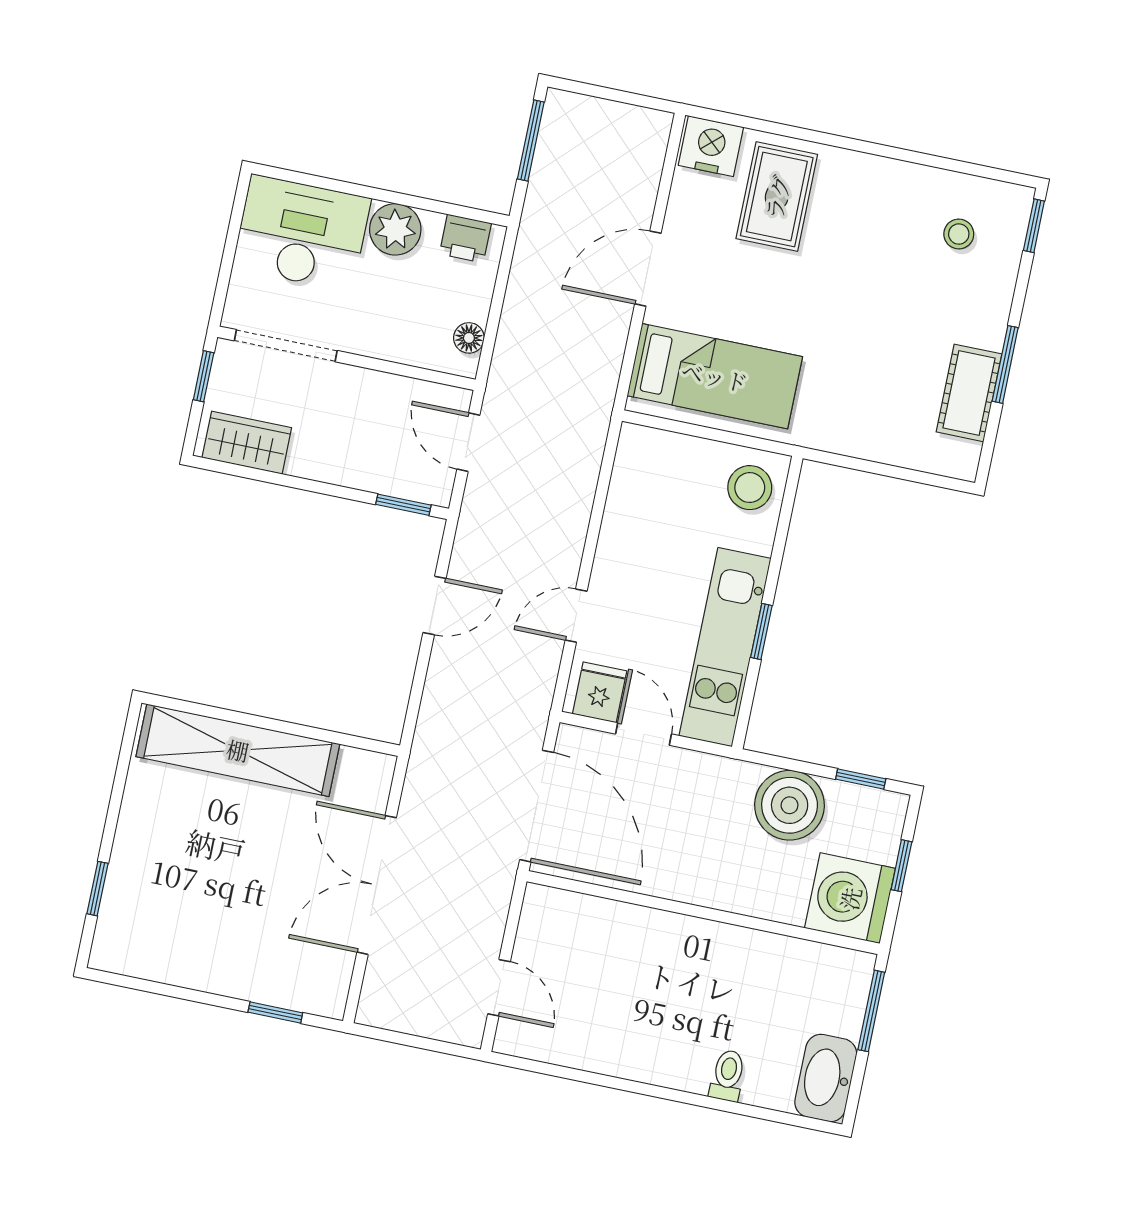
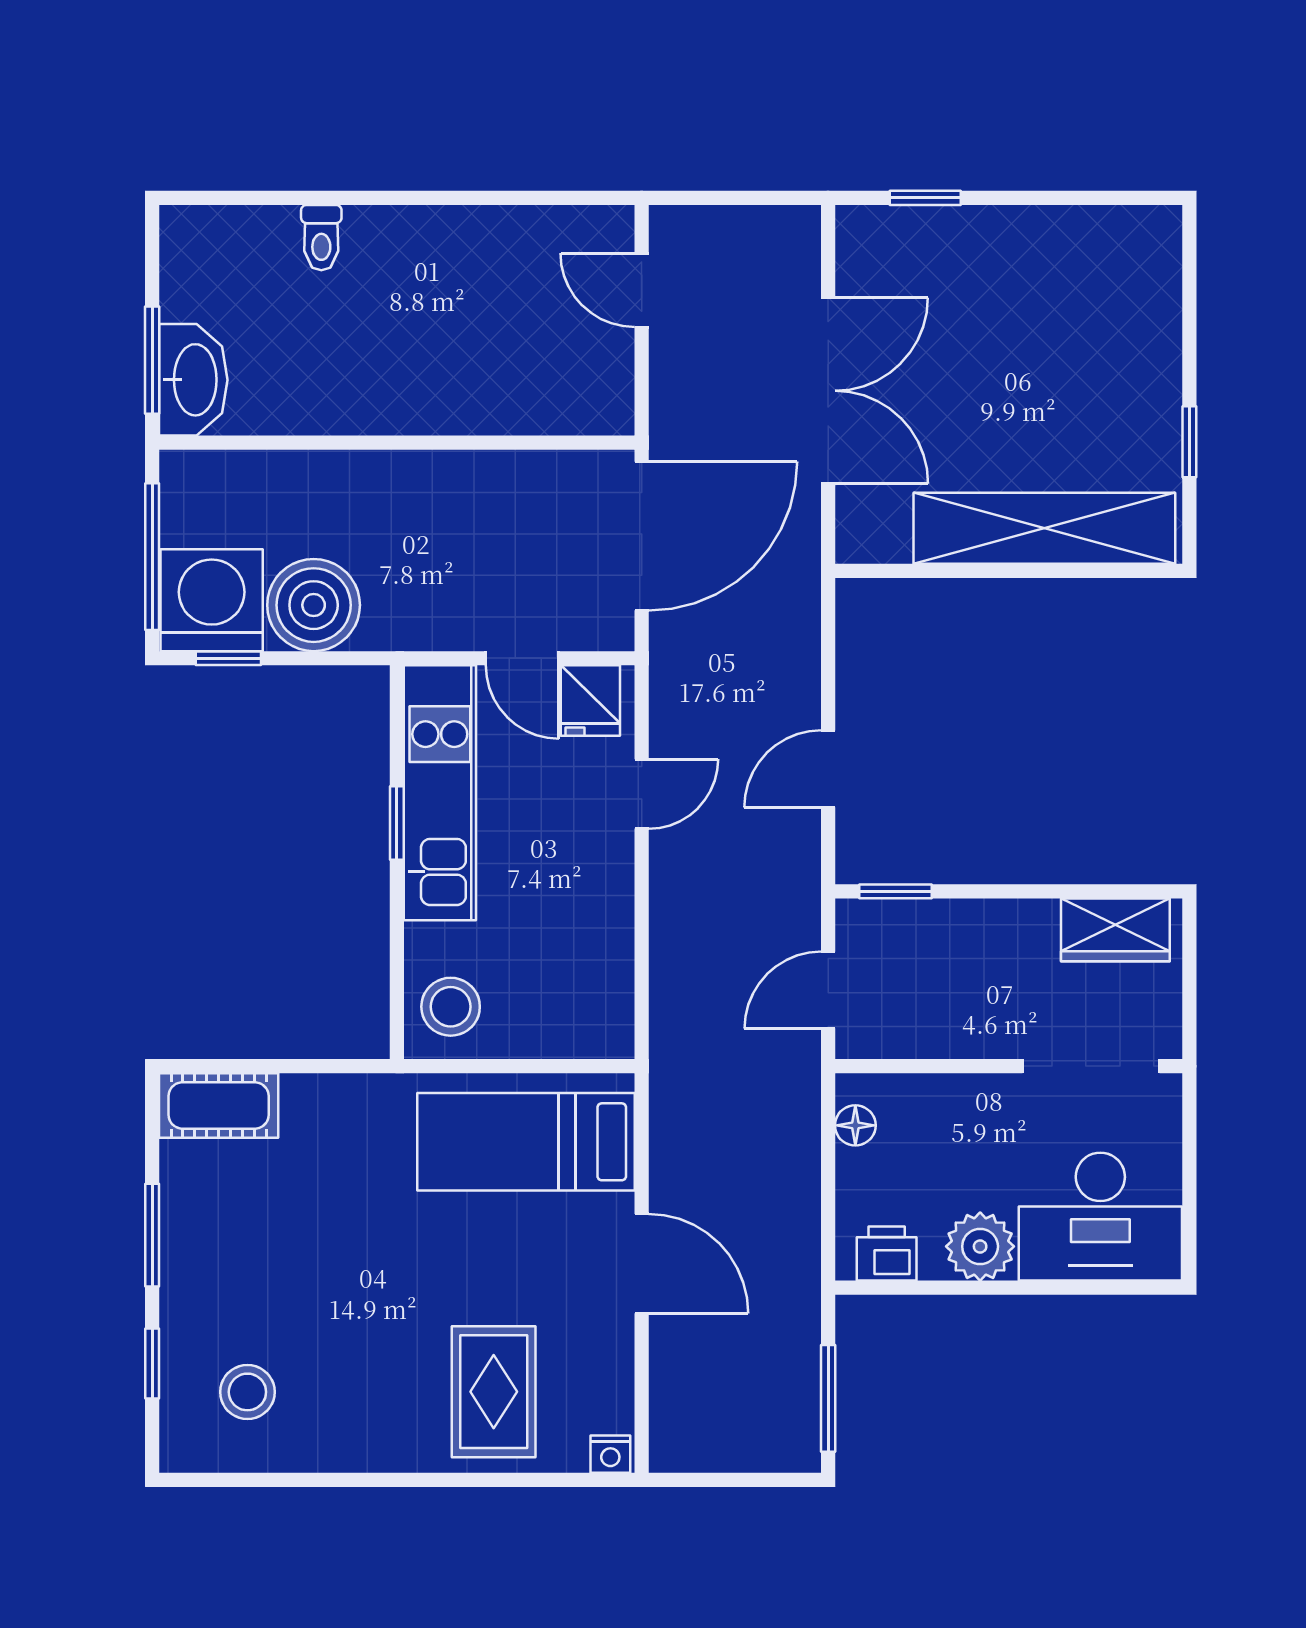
nightstand: (711, 146) -> (610, 1454), width x0.53, depth x0.56
window: (1034, 226) -> (152, 1364), moved
stool: (959, 234) -> (247, 1392), width x1.37, depth x1.37
door: (648, 269) -> (642, 1264), hinge flipped
window: (204, 376) -> (1189, 1004), removed
cot: (969, 393) -> (219, 1105), moved, turned 90
door: (468, 442) -> (828, 990), swing flipped
door: (537, 806) -> (642, 536), swing flipped
window: (901, 866) -> (152, 557), width x2.17
window: (98, 889) -> (1189, 442), moved
washing machine: (850, 898) -> (212, 600), moved, turned -90
washbasin: (826, 1078) -> (193, 380), moved

